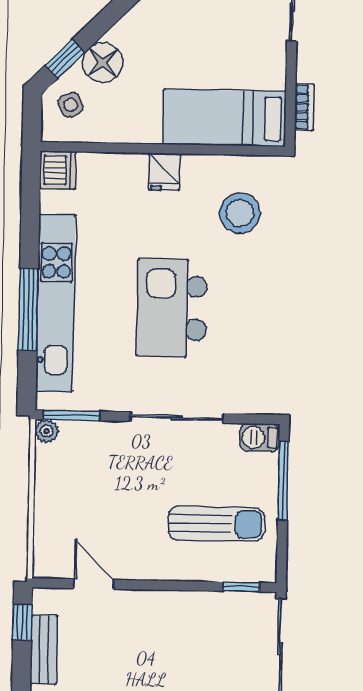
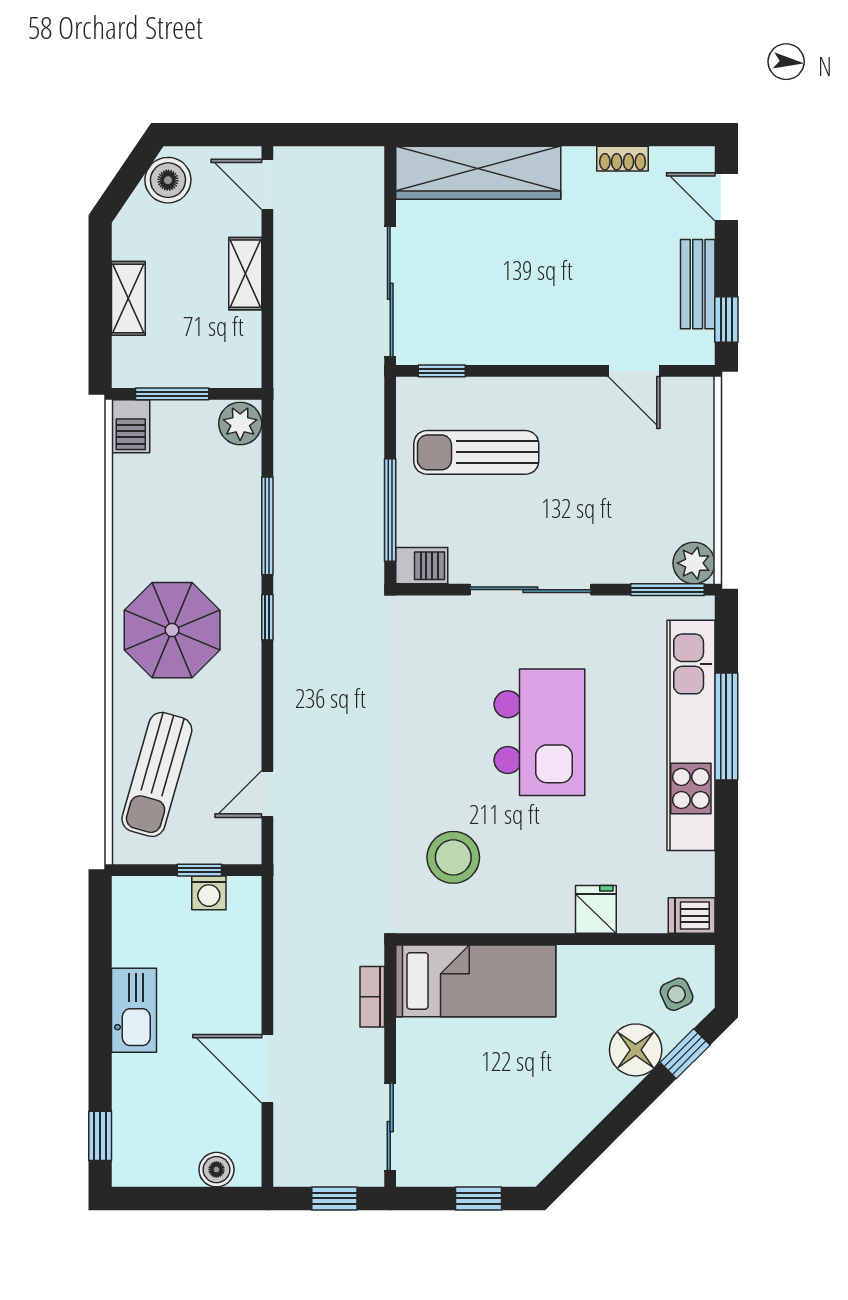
dishwasher: (58, 170) -> (692, 916), width x0.73
fridge: (164, 172) -> (596, 909), moved
plant: (47, 431) -> (694, 563), width x1.38, depth x1.38

